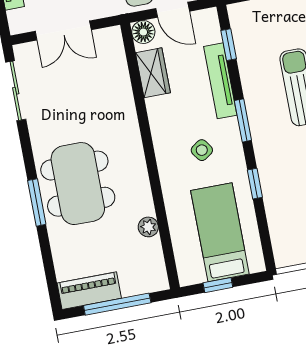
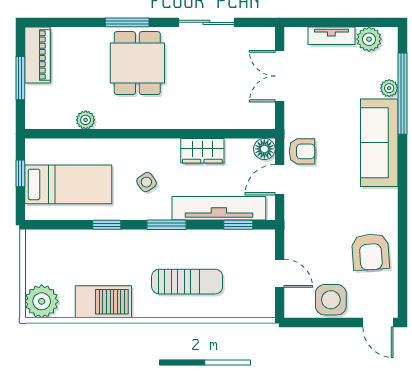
wardrobe: (153, 73) -> (202, 151), moved
tv unit: (220, 81) -> (219, 208), width x1.36, depth x1.29
sliding door: (16, 91) -> (206, 22), moved
dining table: (78, 184) -> (137, 63), width x0.73
window: (117, 304) -> (20, 78), width x0.69

